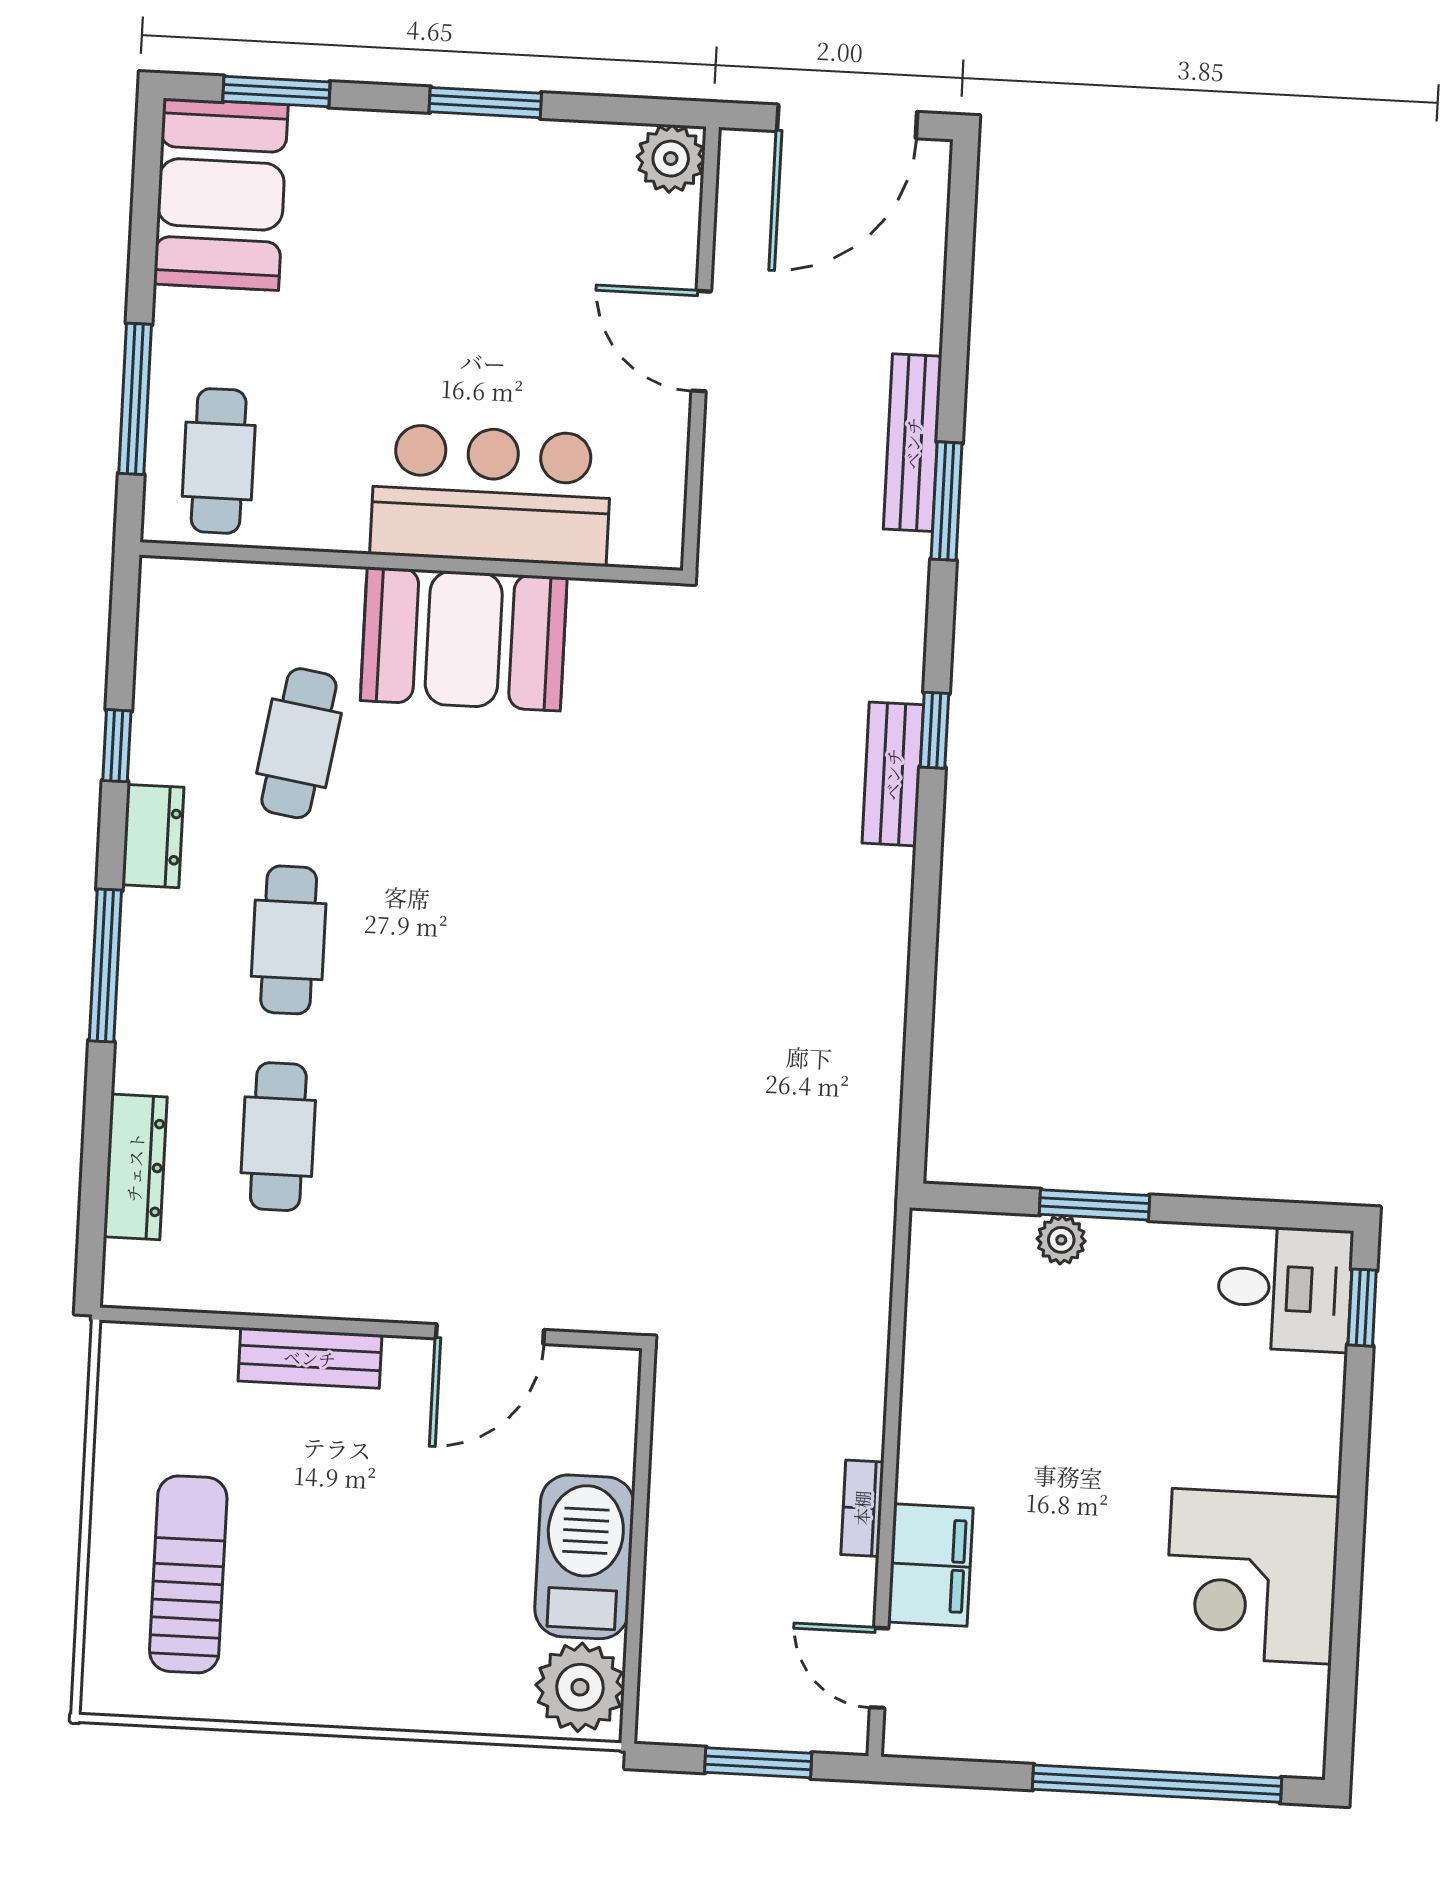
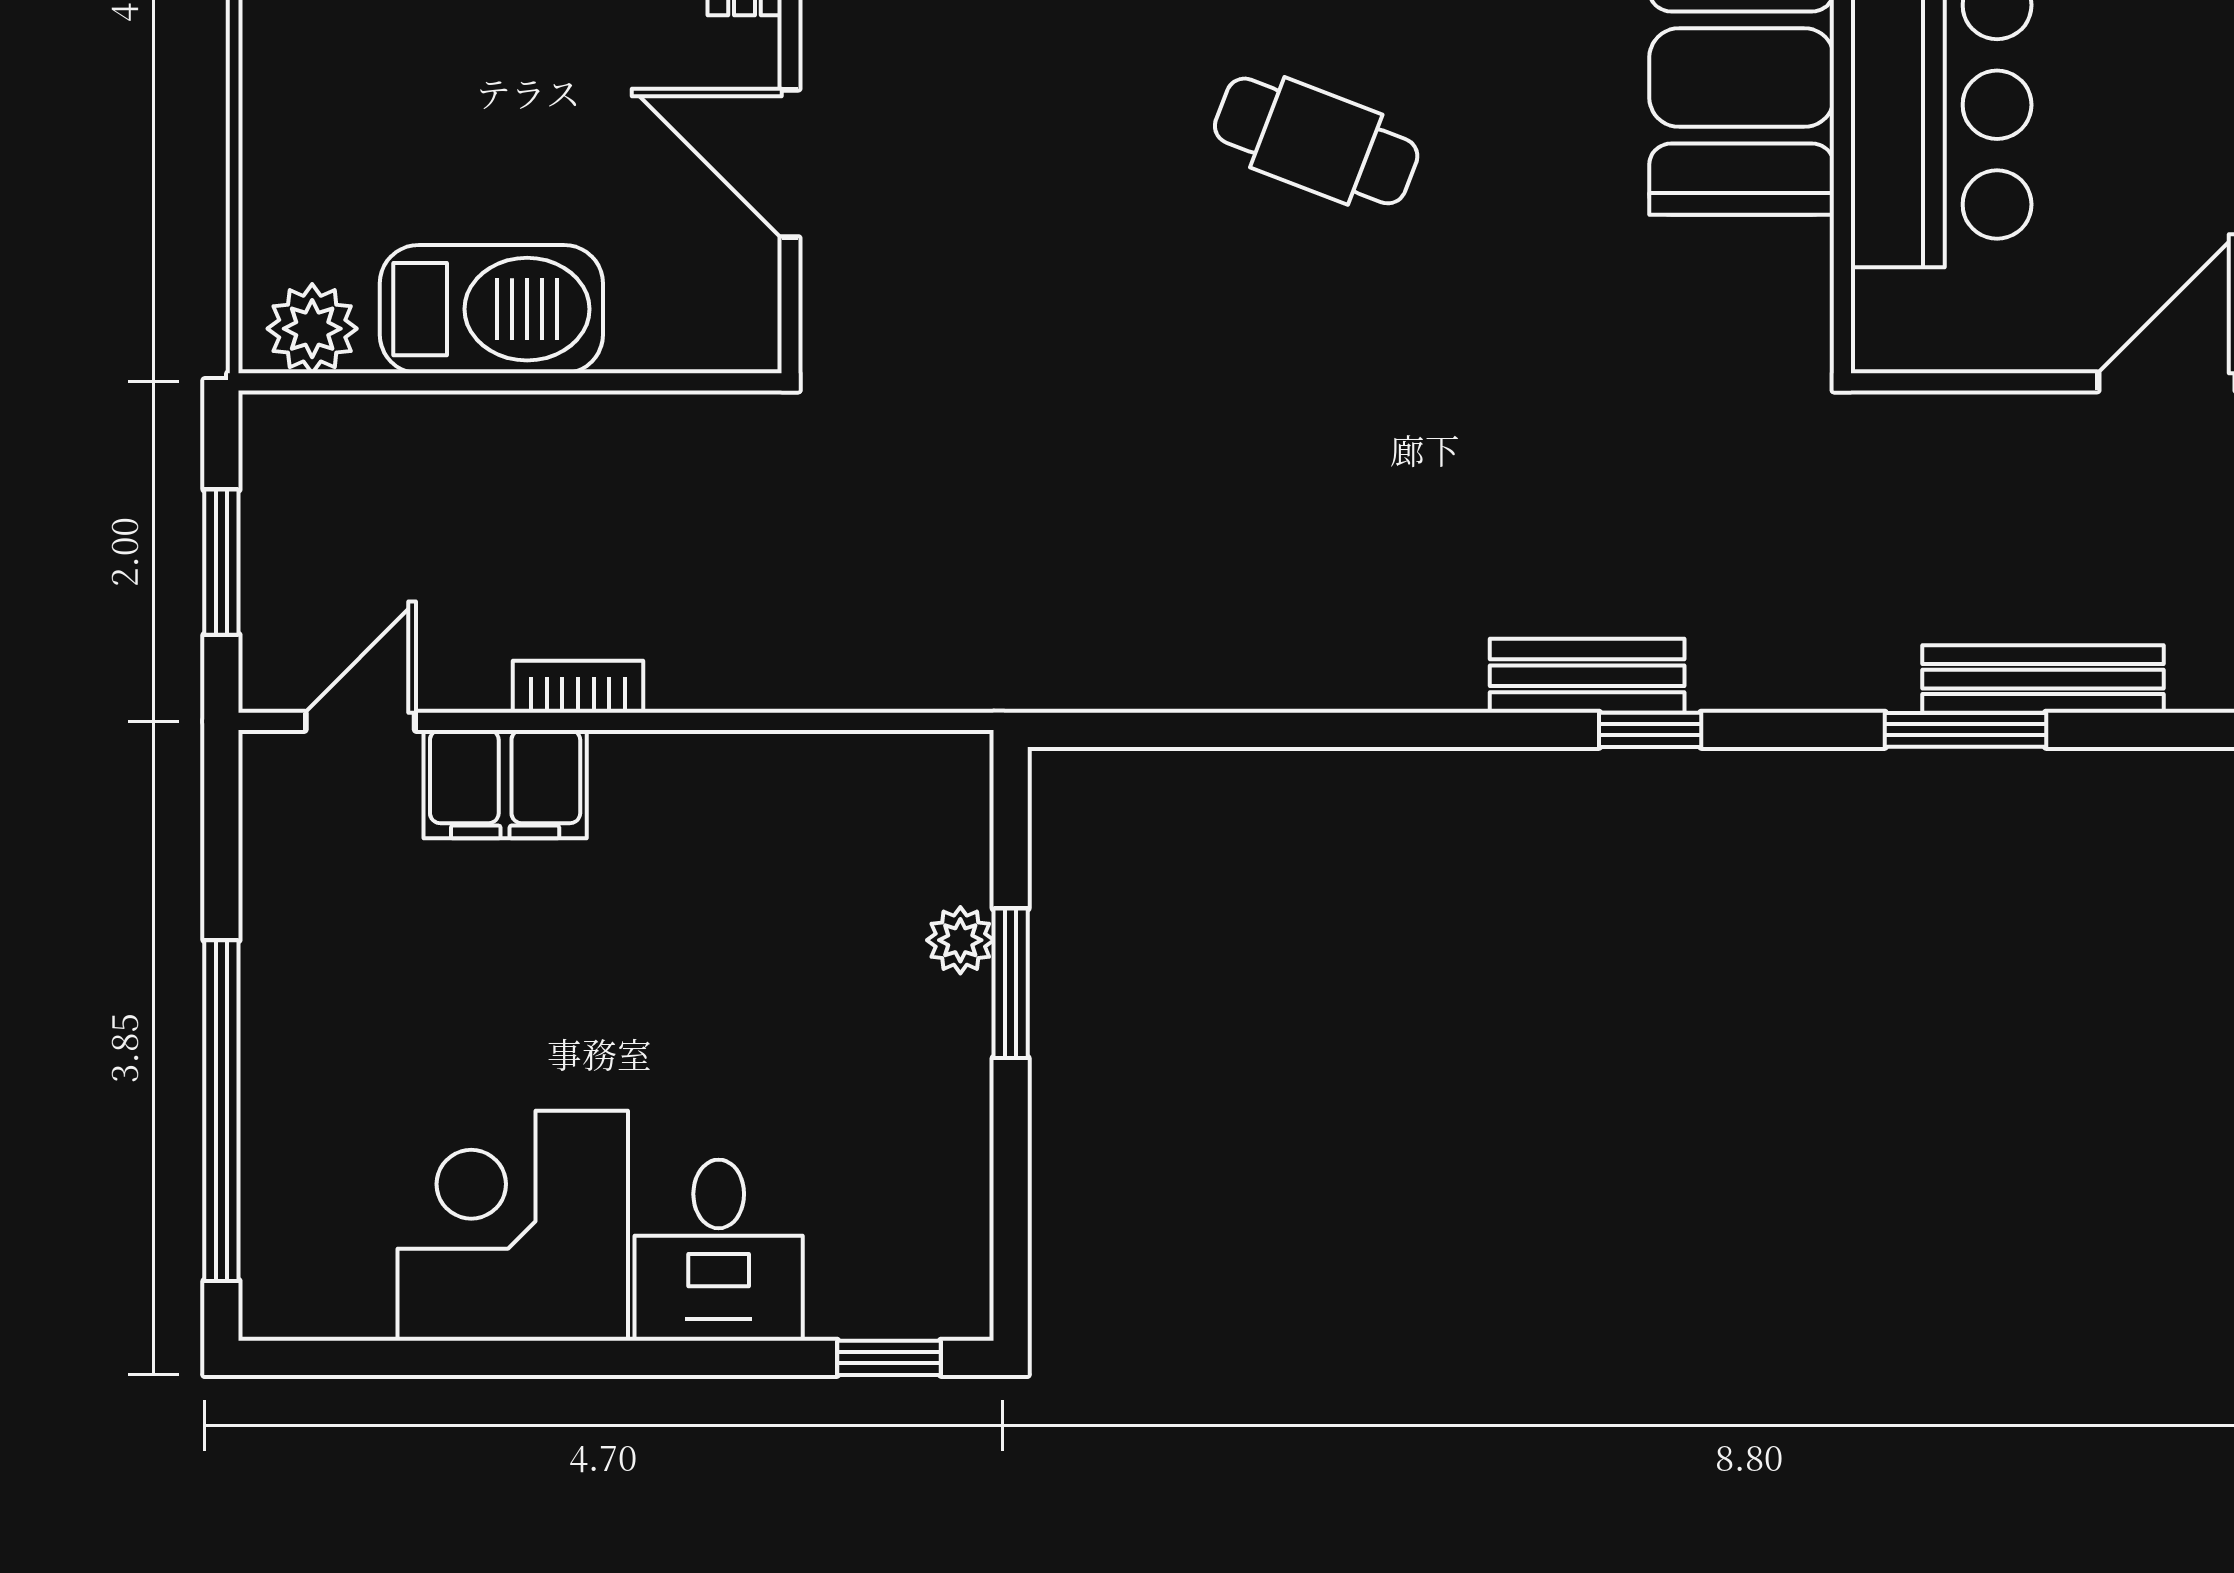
cafe table: (494, 951) -> (1316, 141), added
desk: (1285, 1289) -> (719, 1250), moved
plant: (580, 1687) -> (312, 329), width x0.73, depth x0.73

